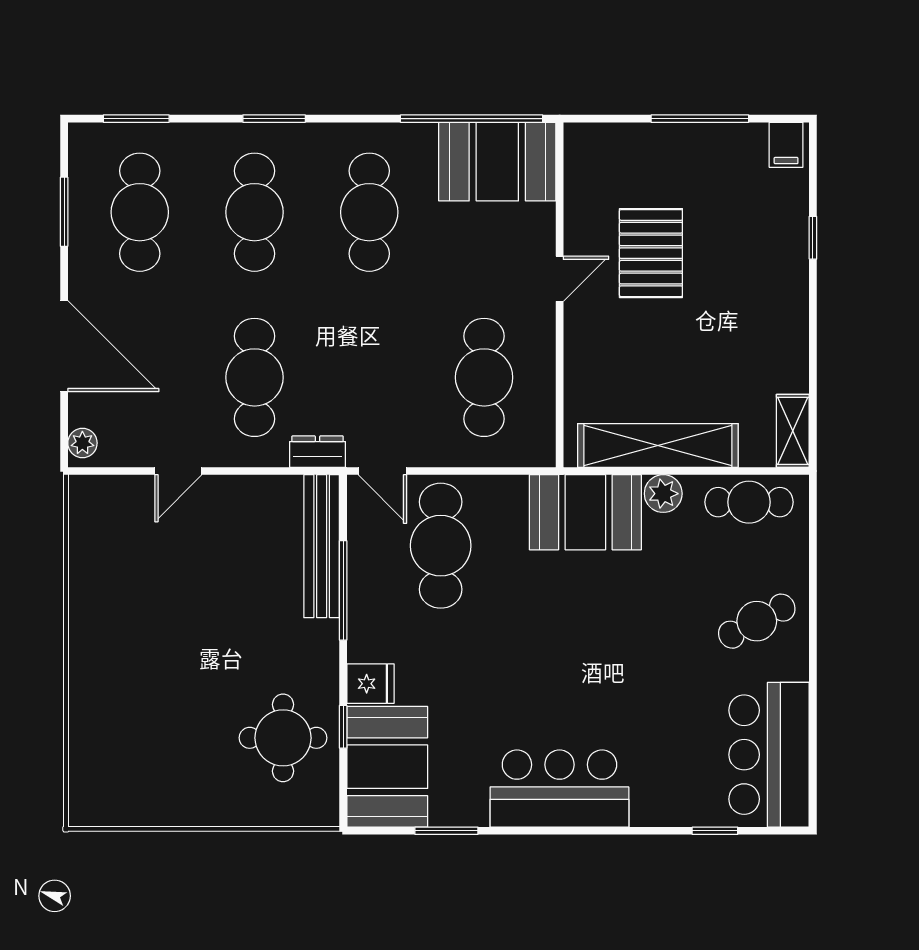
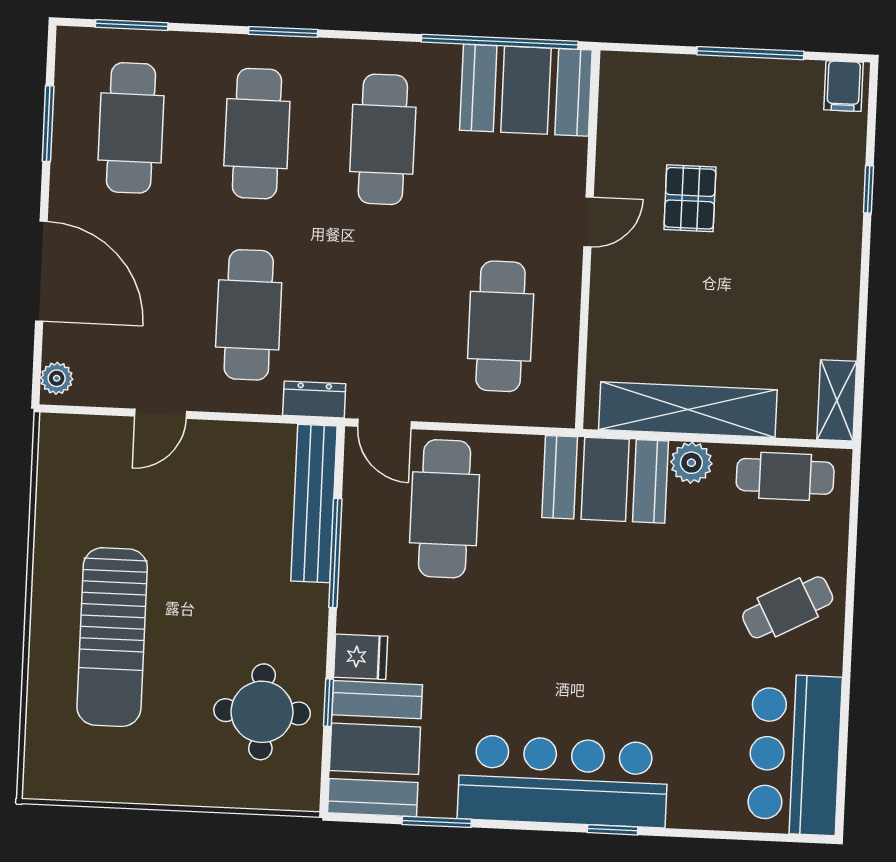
pallet: (651, 253) -> (690, 198), width x0.67, depth x0.71
sun lounger: (144, 676) -> (112, 637), added
bar counter: (559, 788) -> (563, 781), width x1.36
window: (715, 831) -> (613, 830), moved

